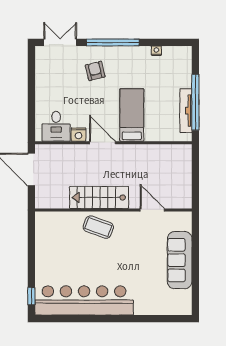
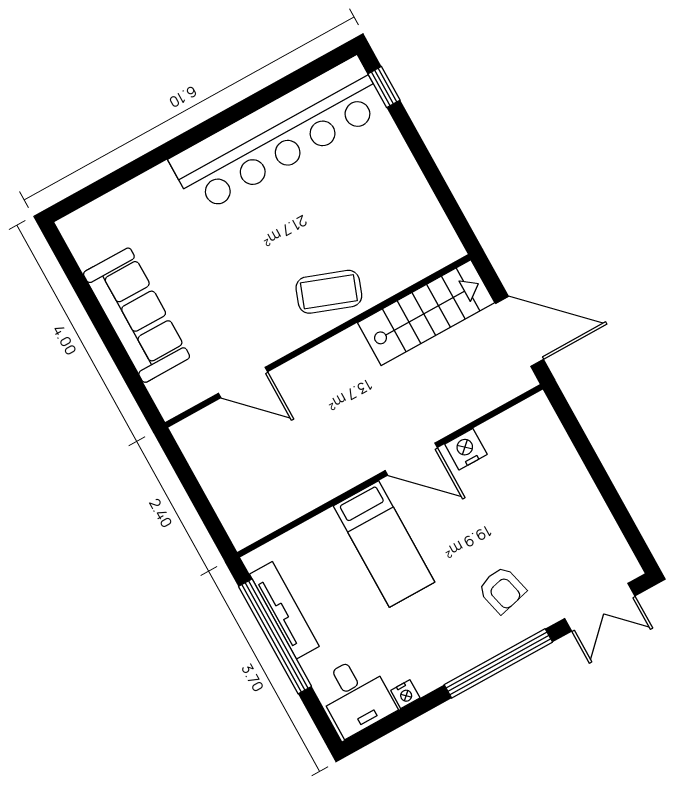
desk: (56, 126) -> (356, 696), moved, turned 180
stairs: (99, 197) -> (426, 313), moved

